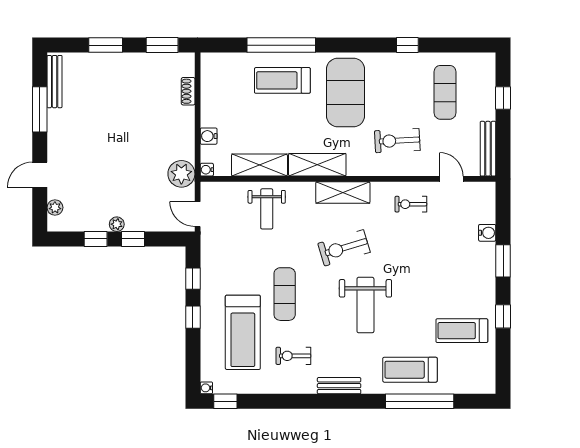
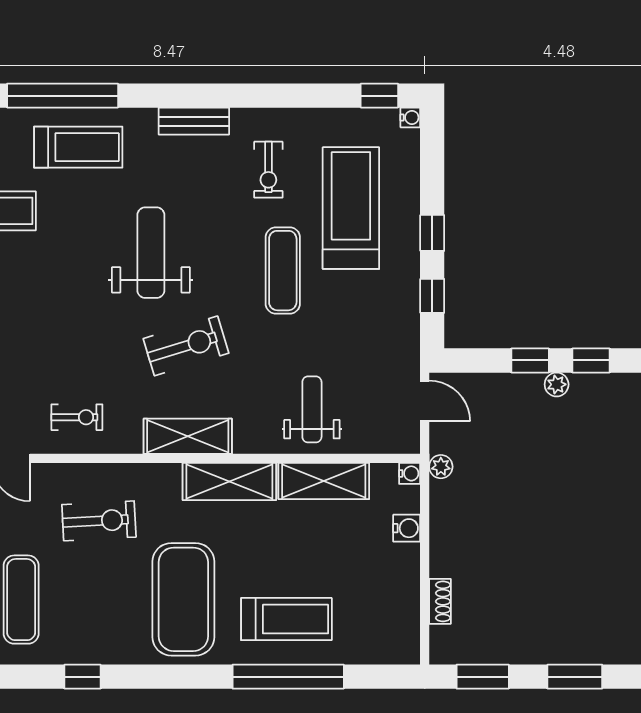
plant: (181, 174) -> (441, 467), width x0.53, depth x0.53
exercise bike: (293, 356) -> (268, 170), turned 90

